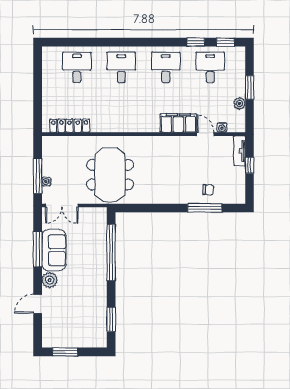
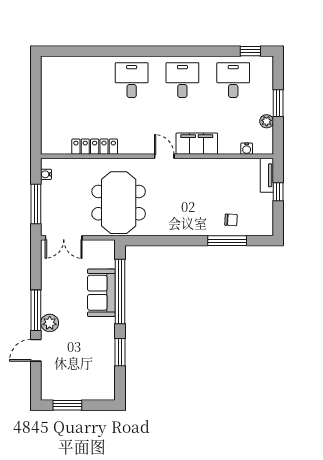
window: (196, 42) -> (217, 51), removed
desk: (77, 67) -> (81, 80), removed
locker: (70, 126) -> (95, 147), moved
door: (205, 134) -> (164, 156), moved
water cooler: (46, 182) -> (46, 174), moved
window: (38, 249) -> (36, 310), moved
sofa: (54, 250) -> (101, 293), moved, turned 180
window: (111, 319) -> (120, 352), moved

